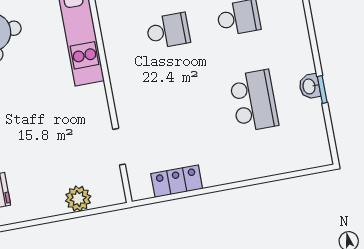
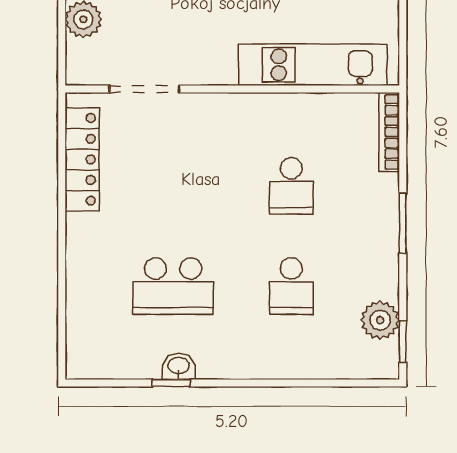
doorway: (119, 147) -> (144, 89), width x1.38
locker: (177, 181) -> (82, 159), width x1.53

